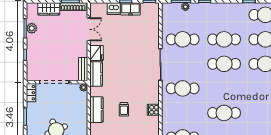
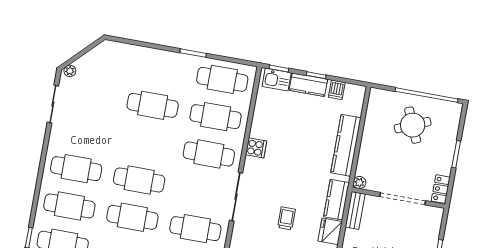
trolley: (124, 109) -> (286, 218), moved
kitchen counter: (96, 110) -> (346, 145), width x1.50
cooker: (153, 110) -> (256, 148), moved
cafe table: (183, 113) -> (216, 117), added

